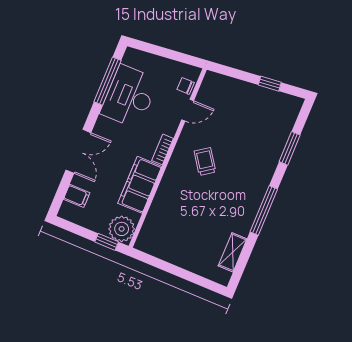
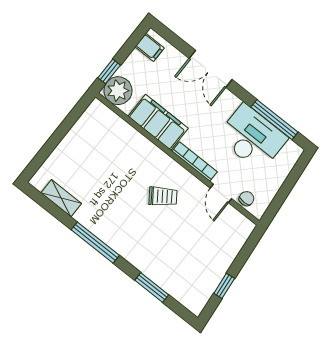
bookcase: (163, 149) -> (195, 162), width x1.56
filing cabinet: (77, 196) -> (150, 47), moved, turned -90

